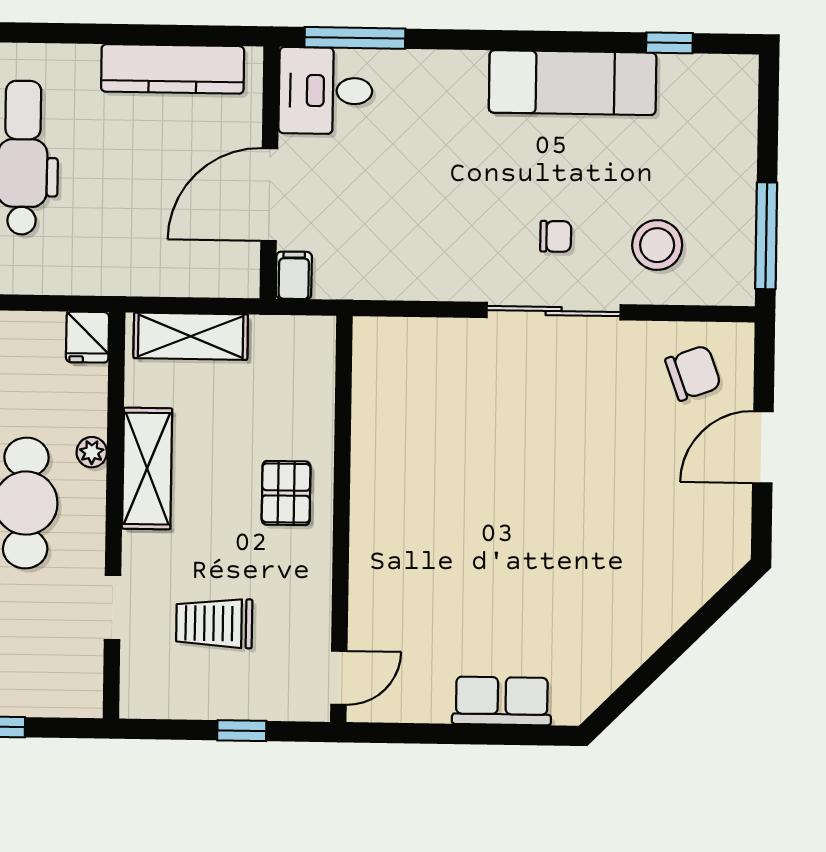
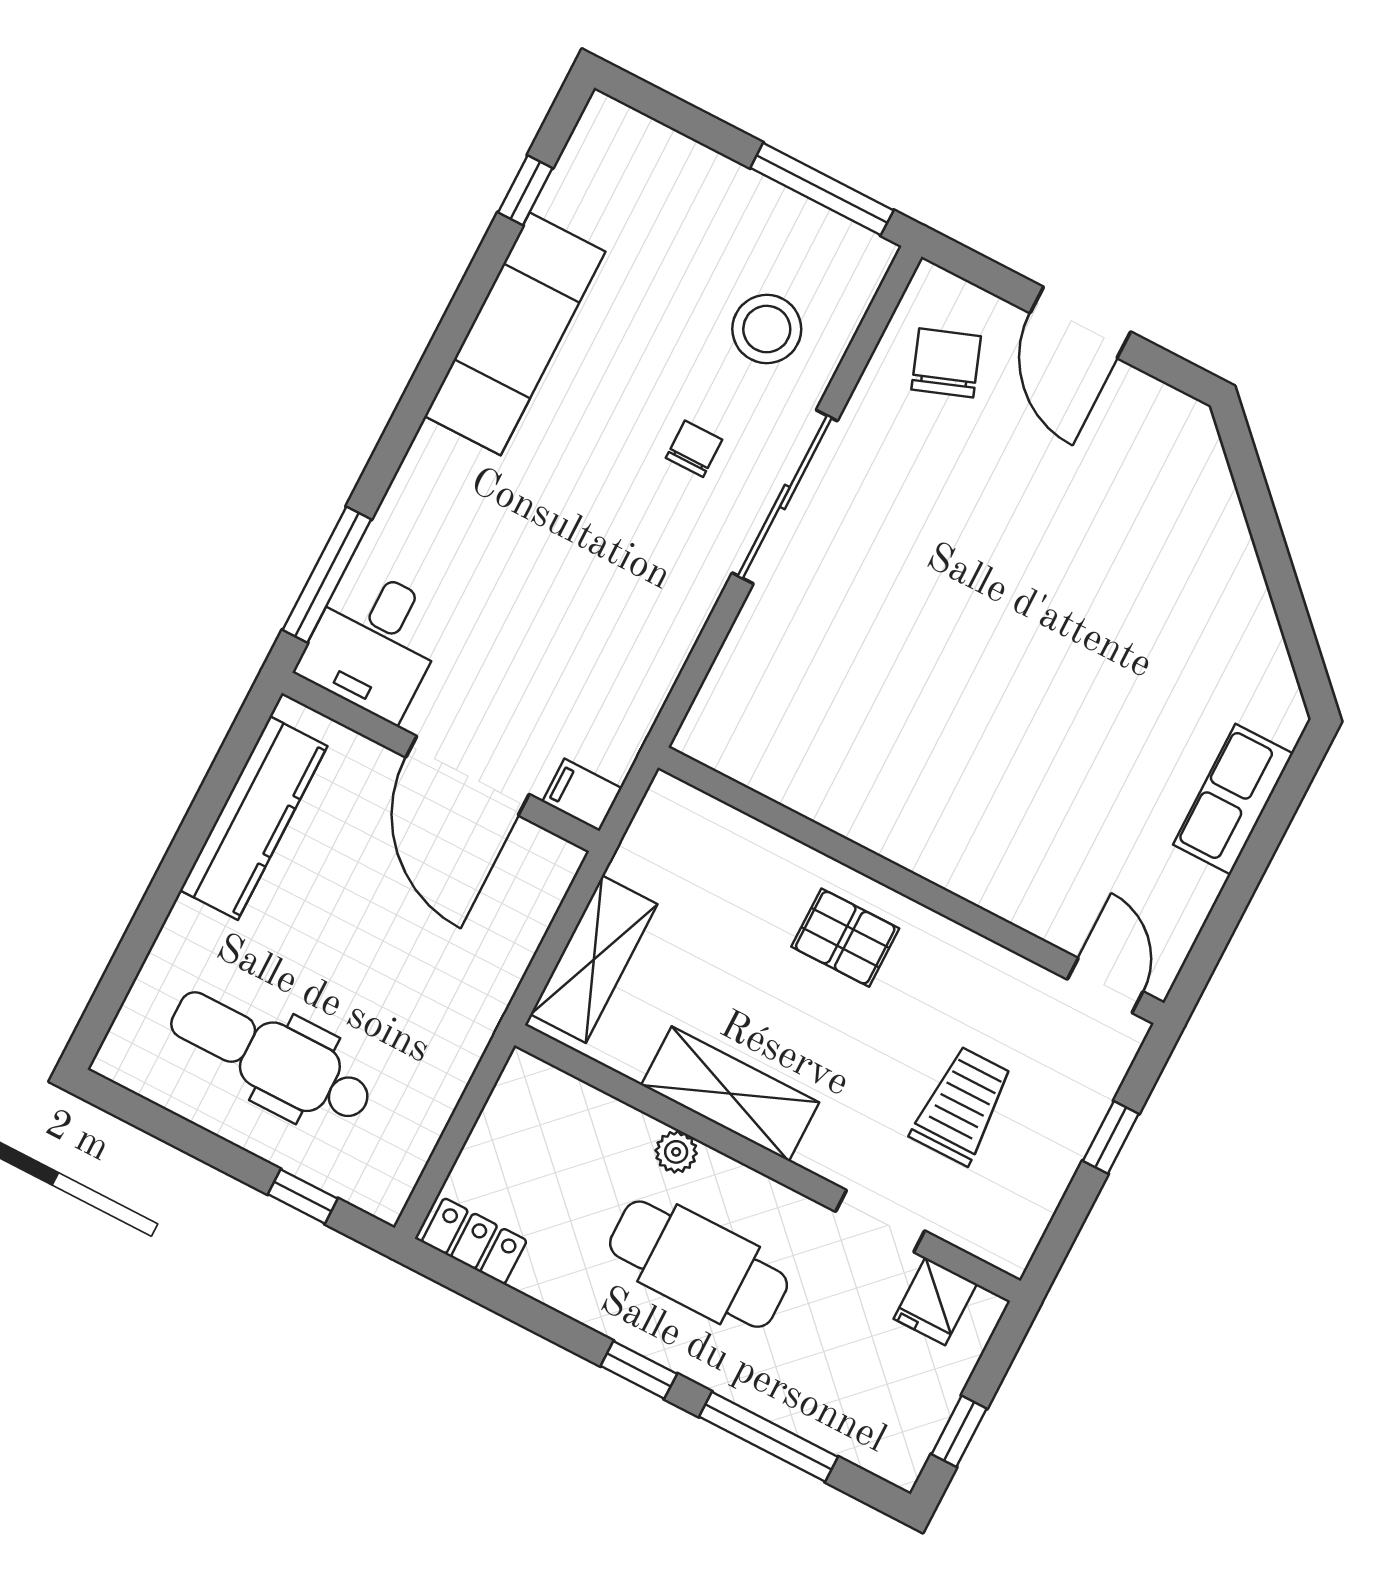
fridge: (87, 337) -> (935, 1301), moved, turned 90
trolley: (214, 623) -> (962, 1106), turned 180

